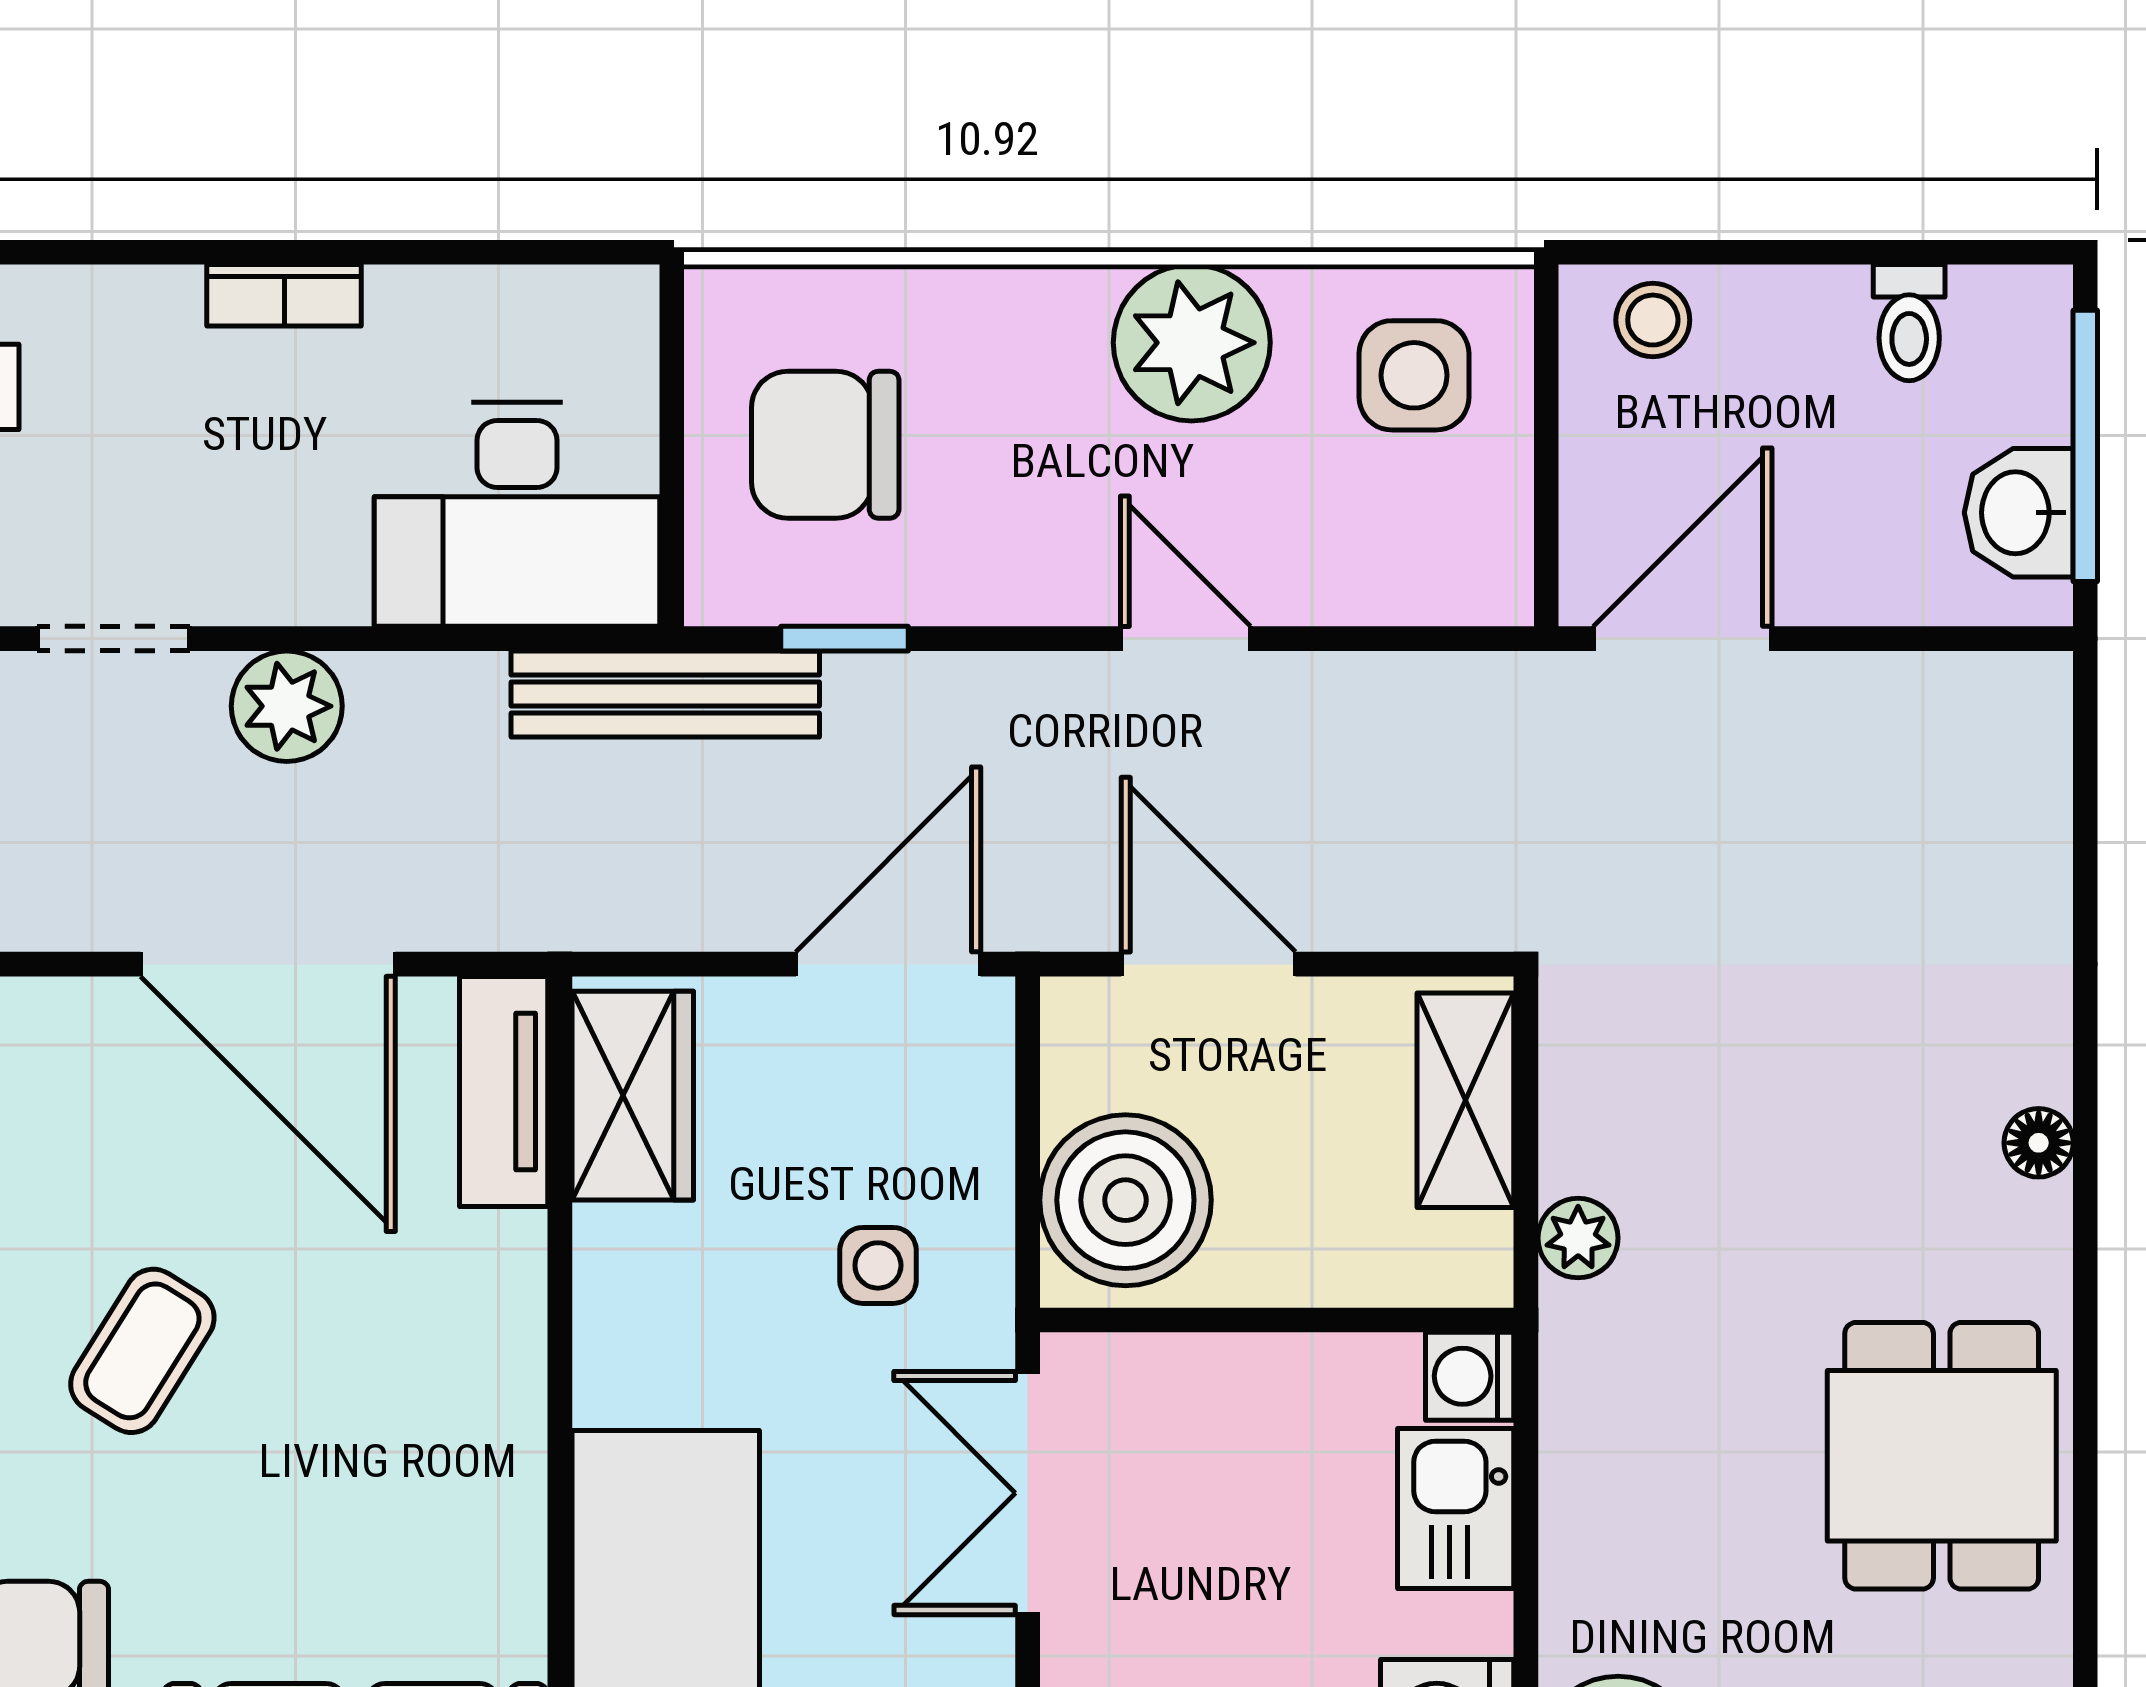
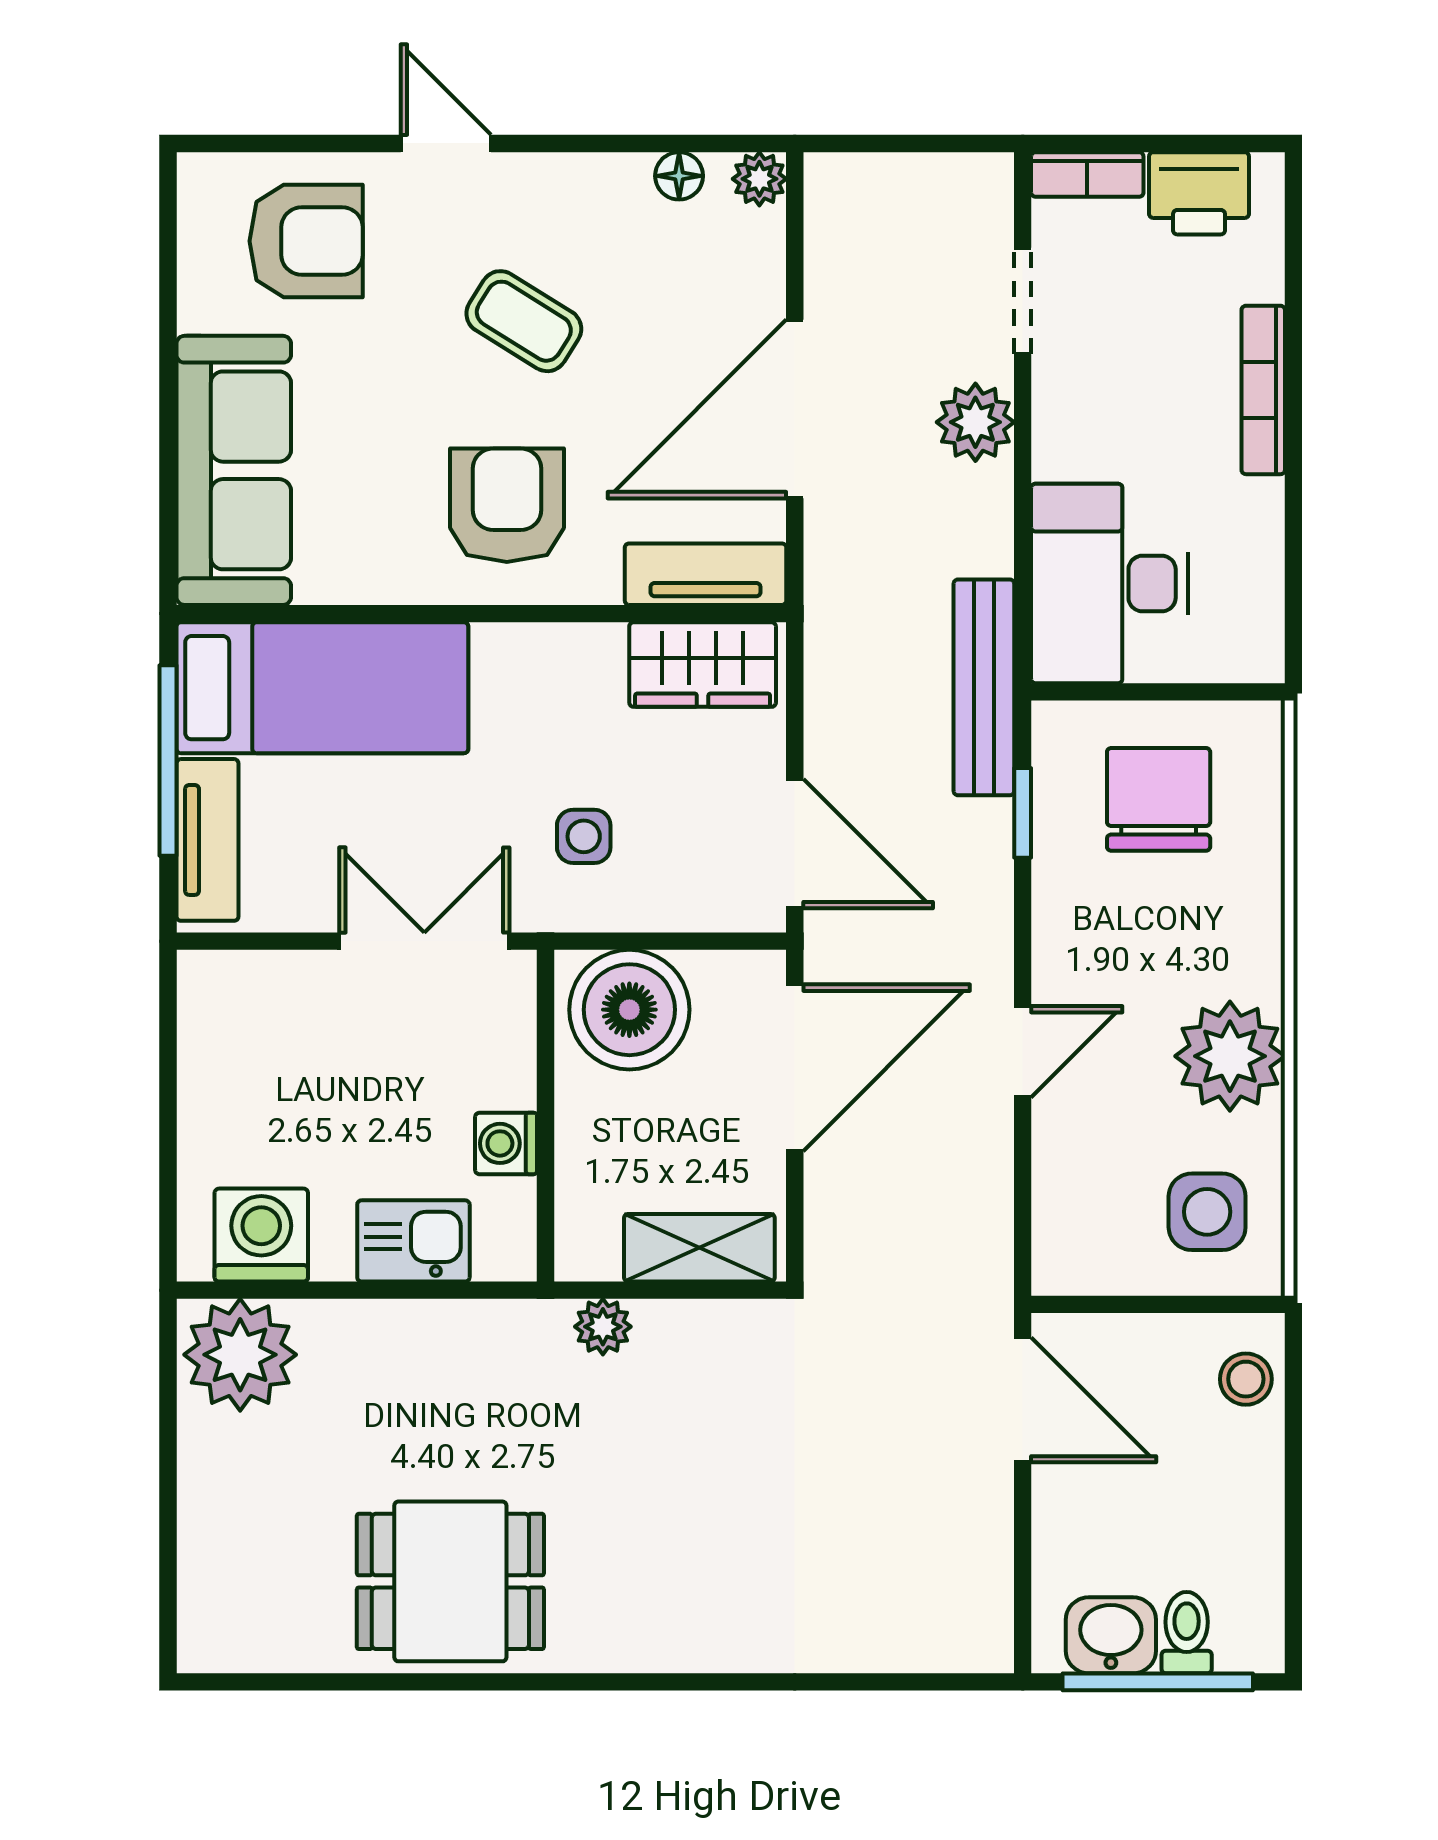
bookcase: (284, 295) -> (1263, 390), width x1.56
toilet: (1909, 323) -> (1187, 1633), moved, turned 90
door: (1208, 964) -> (795, 1068), width x1.36
floor lamp: (2039, 1143) -> (670, 1649), removed
armchair: (405, 1375) -> (507, 505), added
washing machine: (1470, 1376) -> (506, 1143), moved, turned -90

